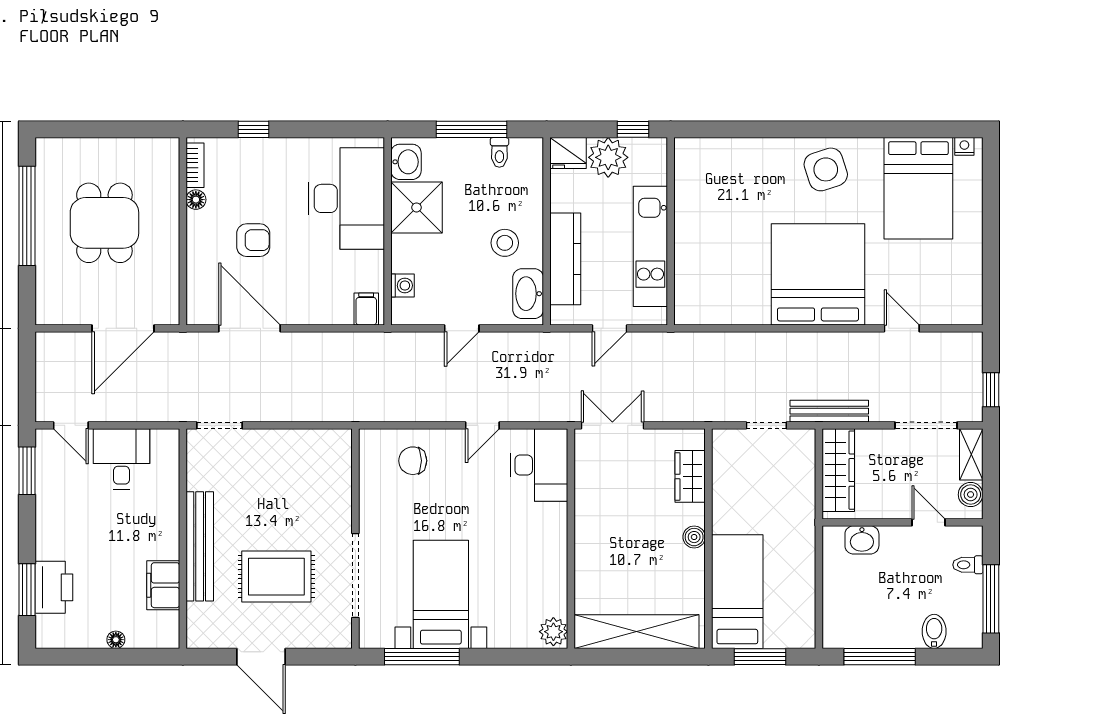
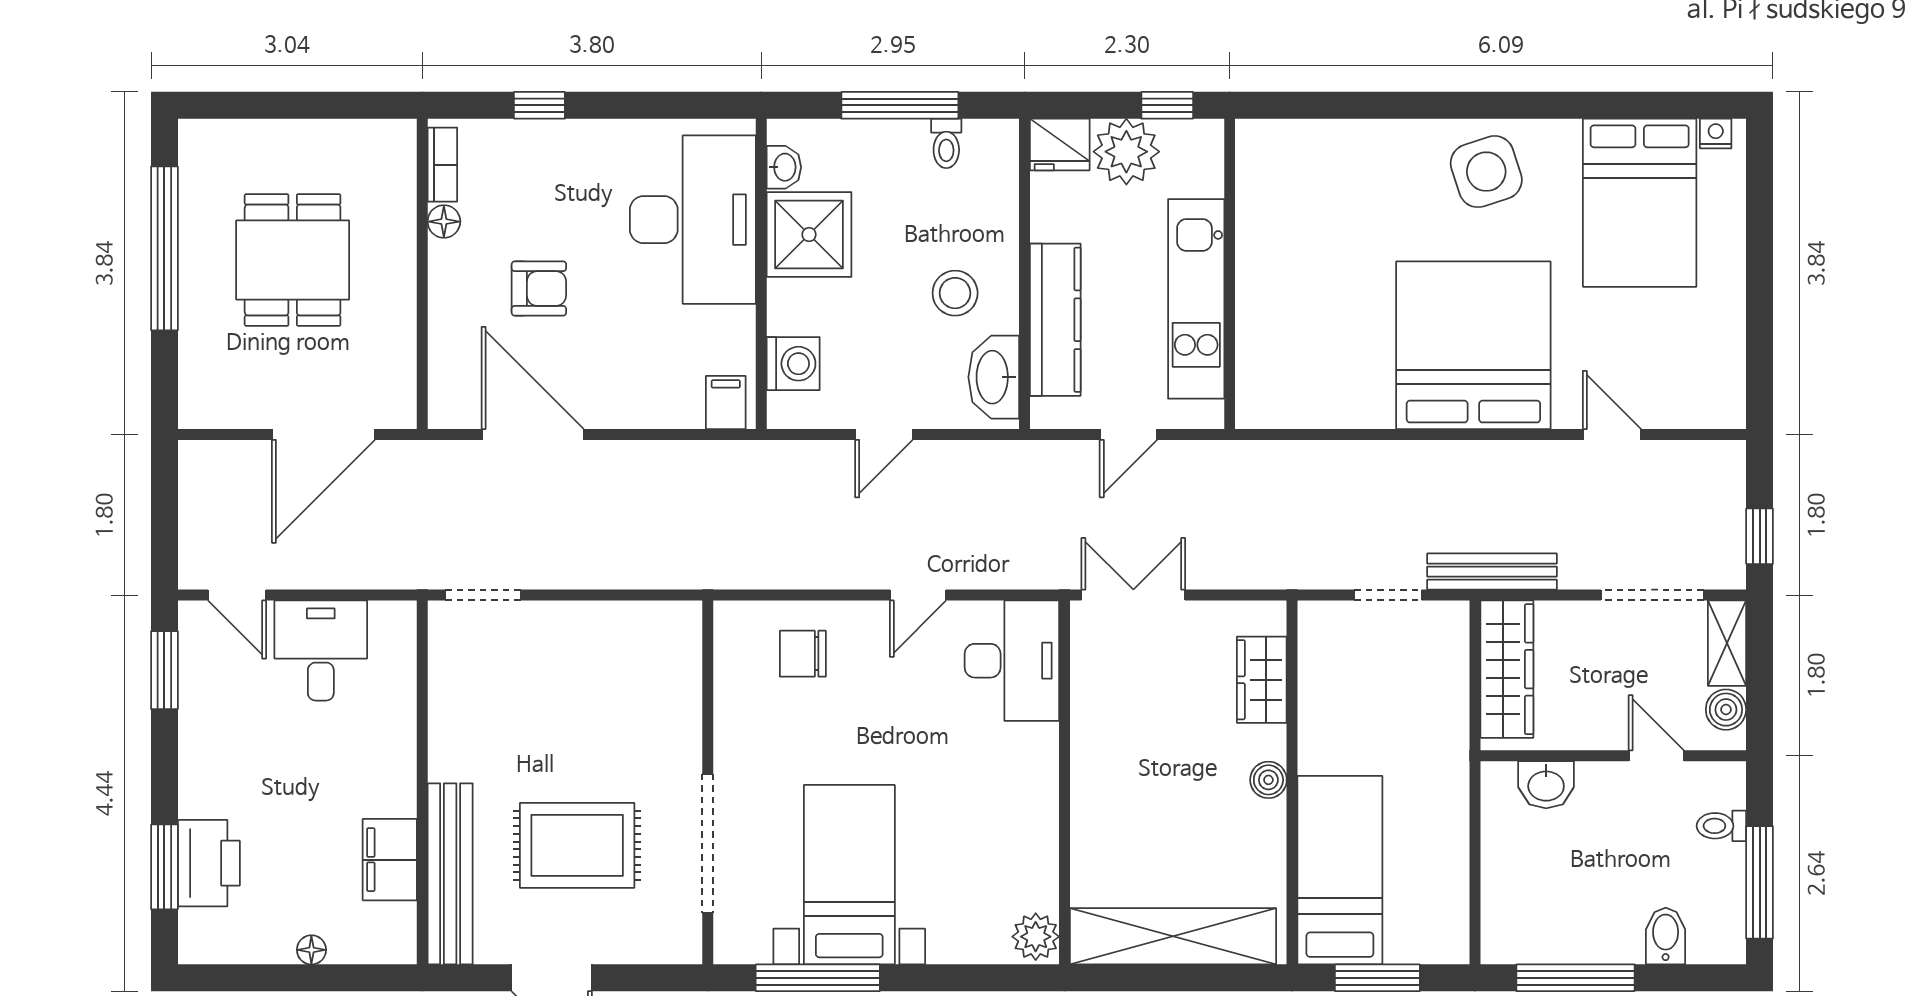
washbasin: (406, 162) -> (784, 167), width x0.72, depth x0.69
washing machine: (403, 285) -> (793, 364), width x1.38, depth x1.38
bench: (200, 546) -> (450, 874), moved

